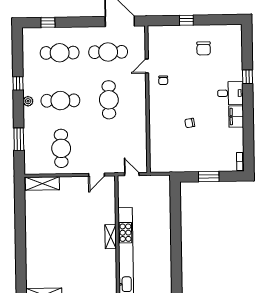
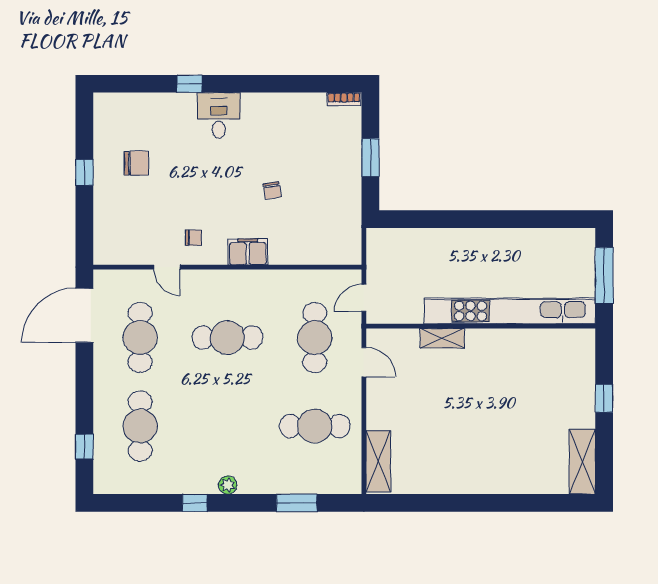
window: (186, 20) -> (84, 172), moved
cafe table: (60, 101) -> (315, 338), moved
filing cabinet: (236, 116) -> (248, 252), moved, turned 180
shelving: (111, 237) -> (442, 338), moved

